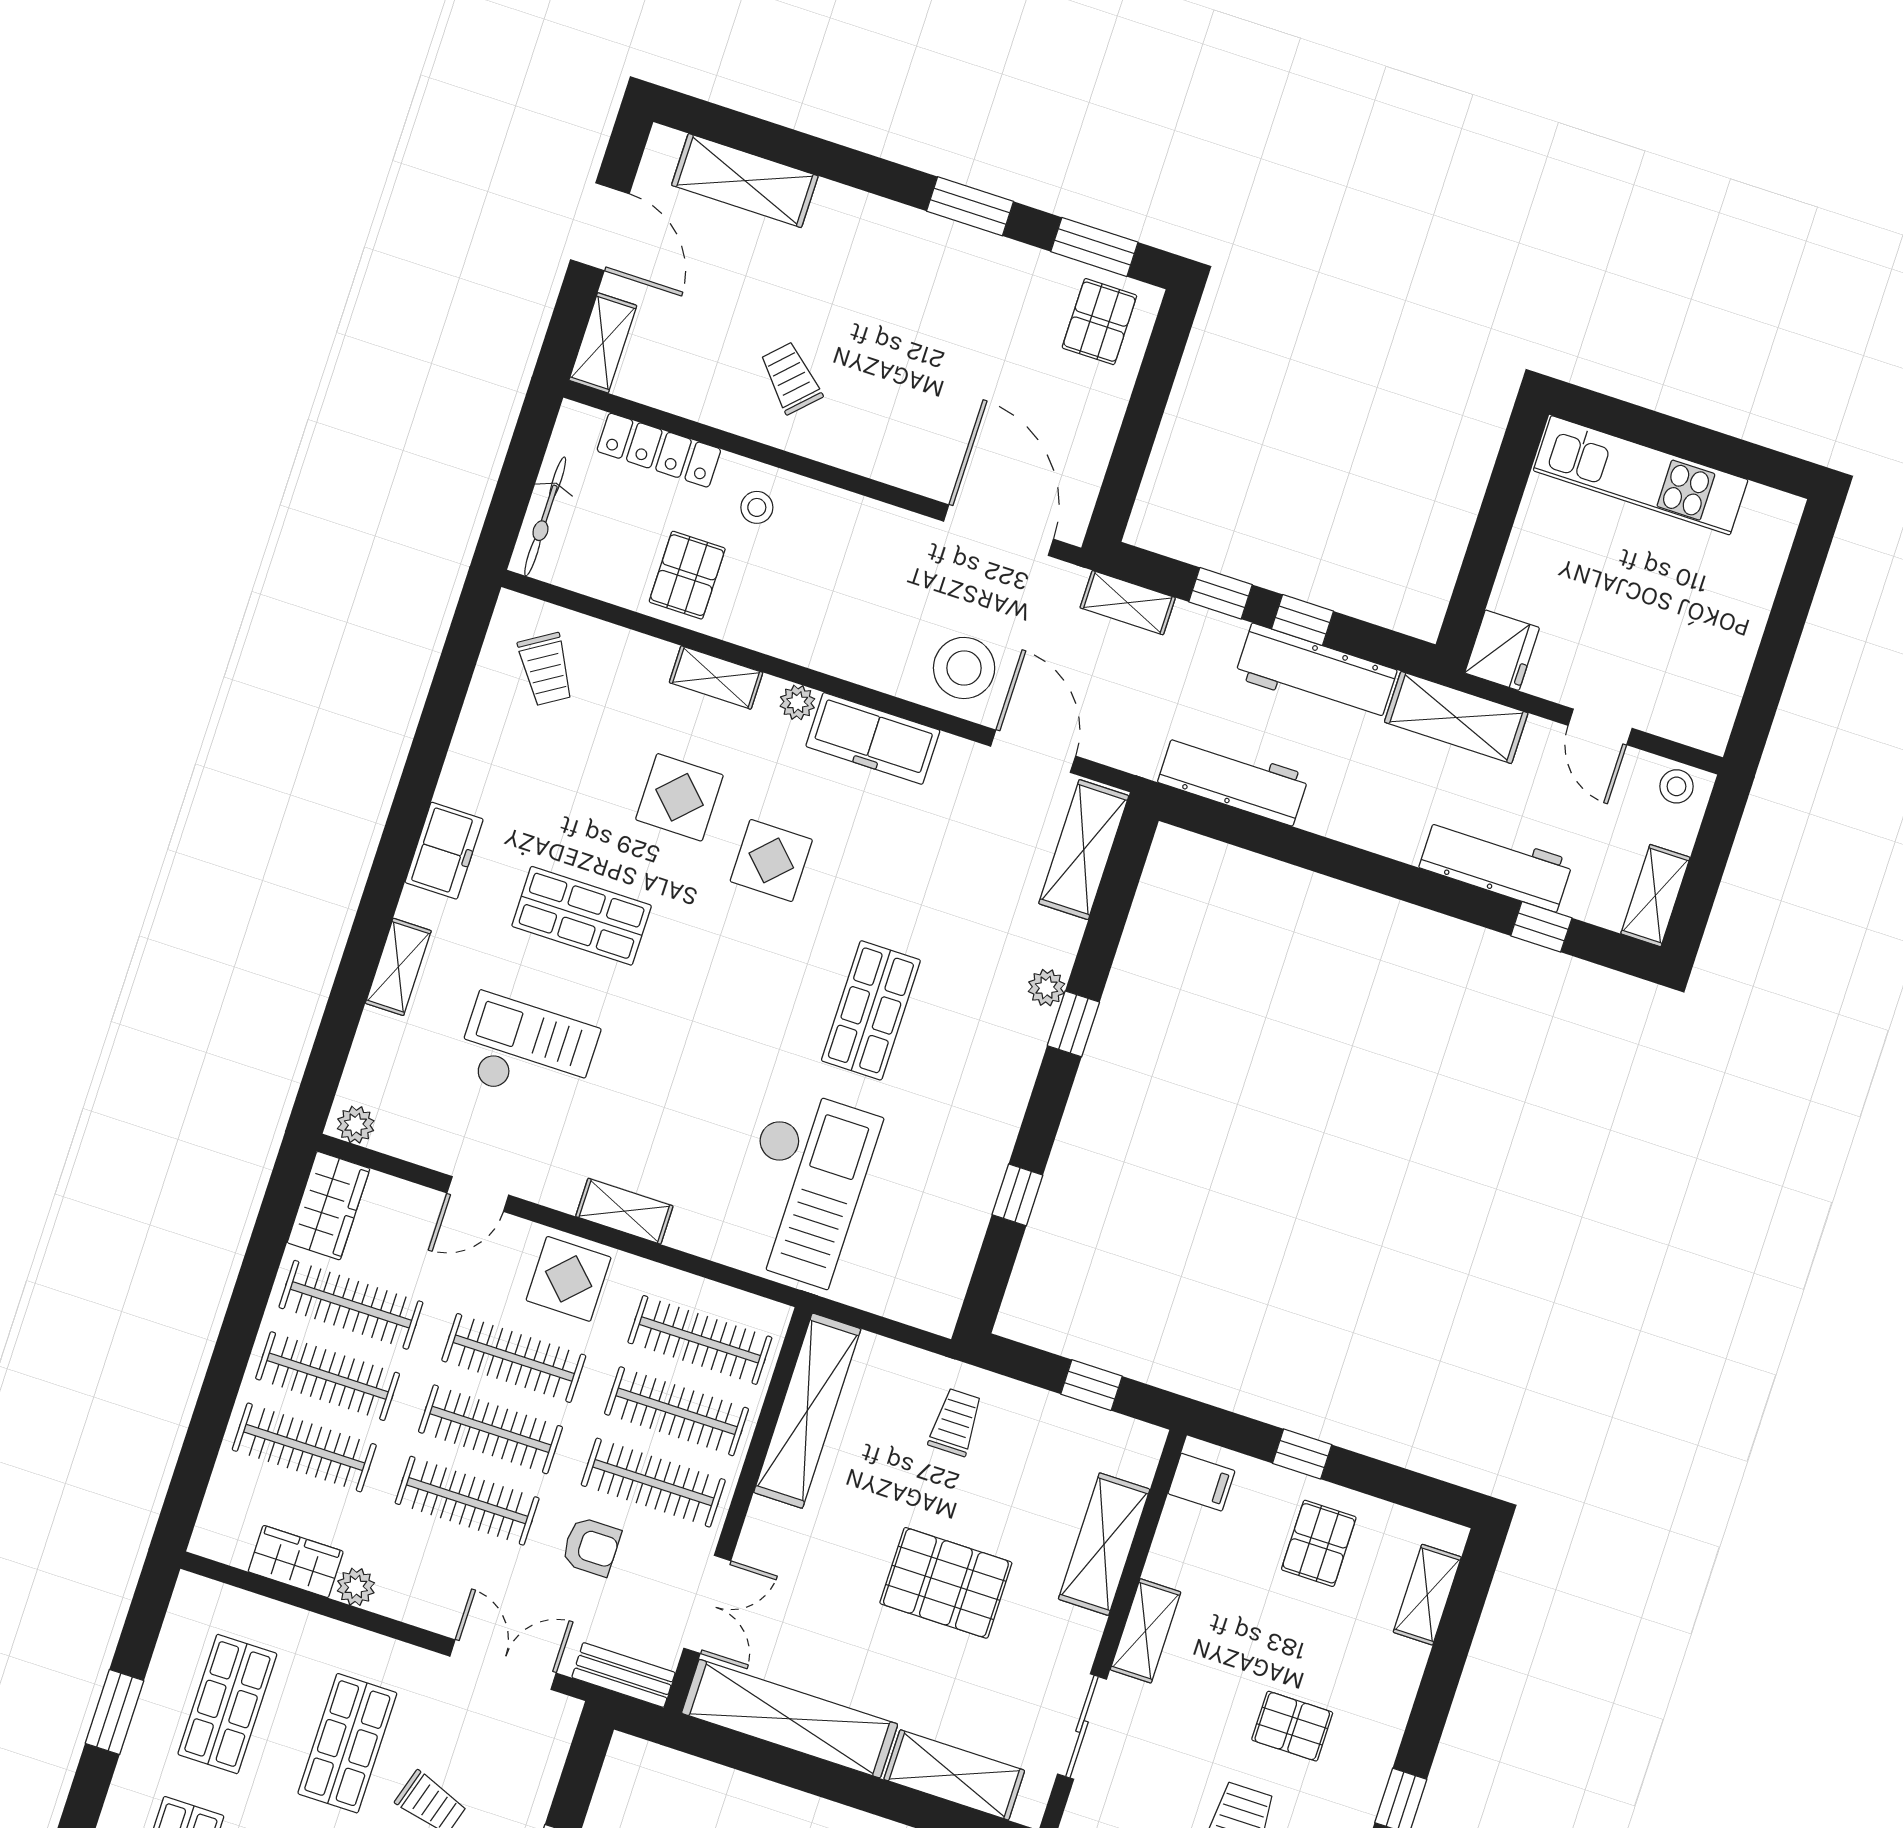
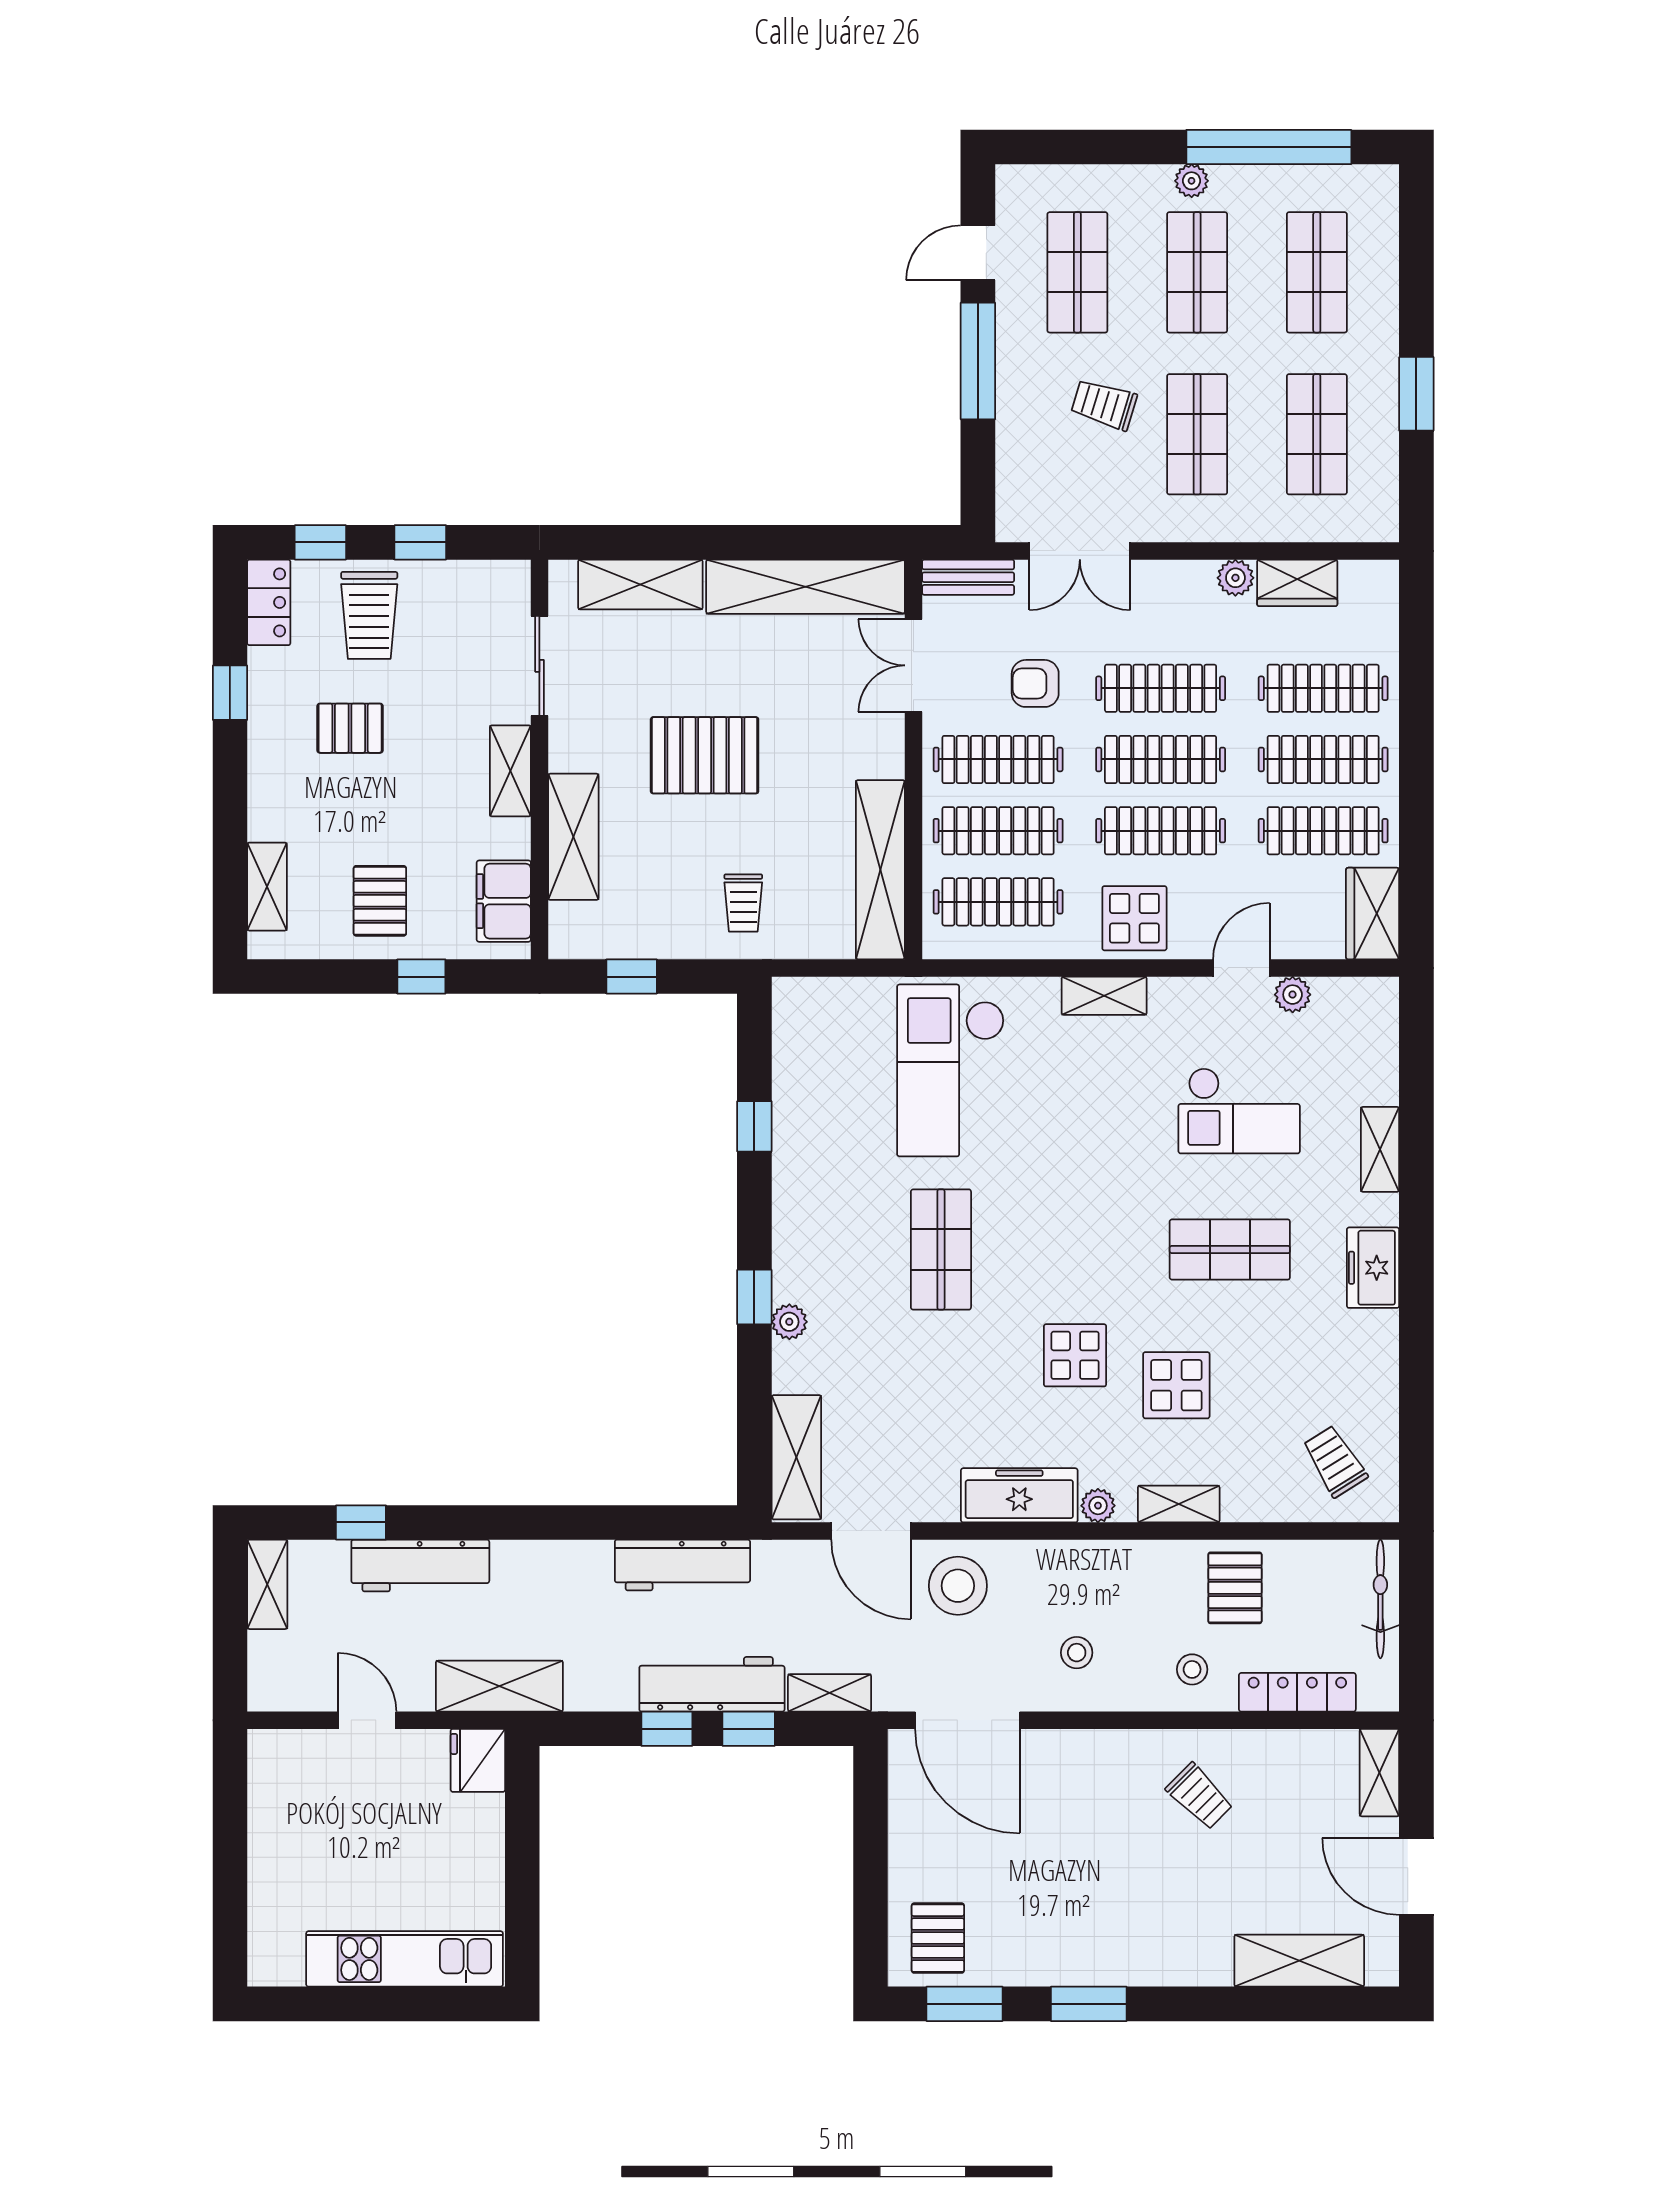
workbench: (1316, 674) -> (712, 1684), moved
stool: (1677, 786) -> (1077, 1653), moved
plant: (356, 1125) -> (1293, 995), moved
filing cabinet: (1201, 1482) -> (504, 901), width x2.00

